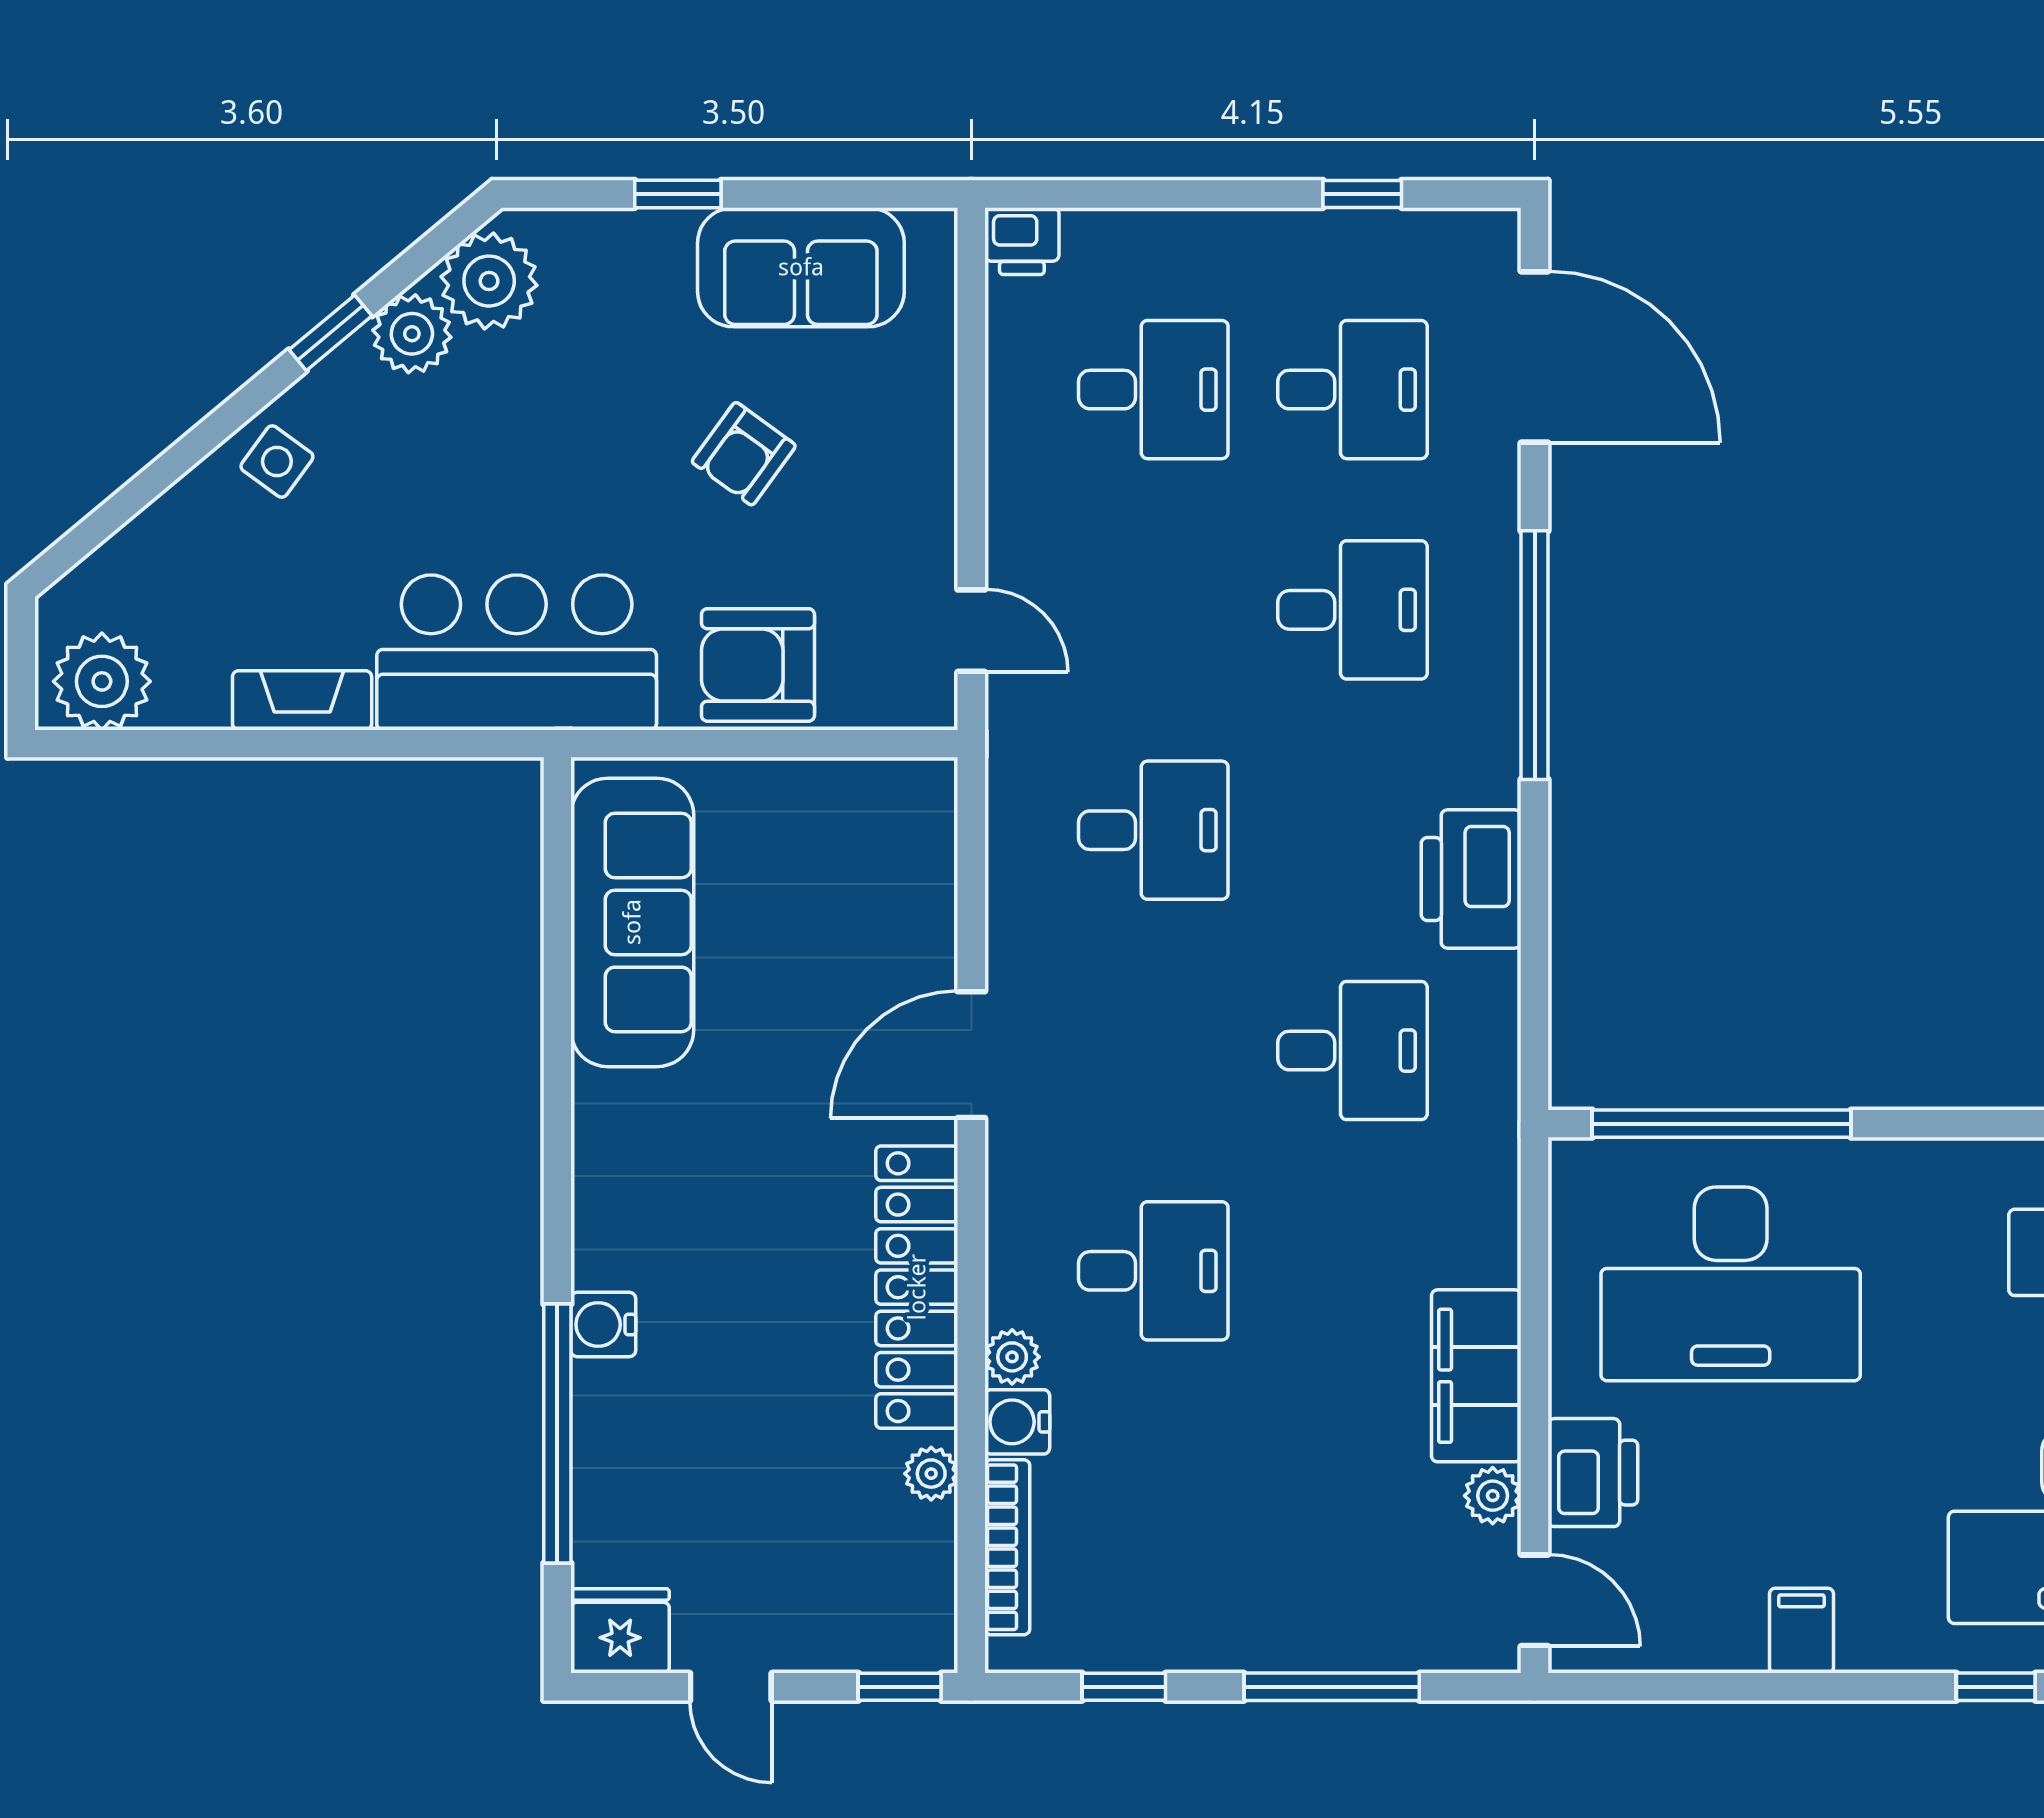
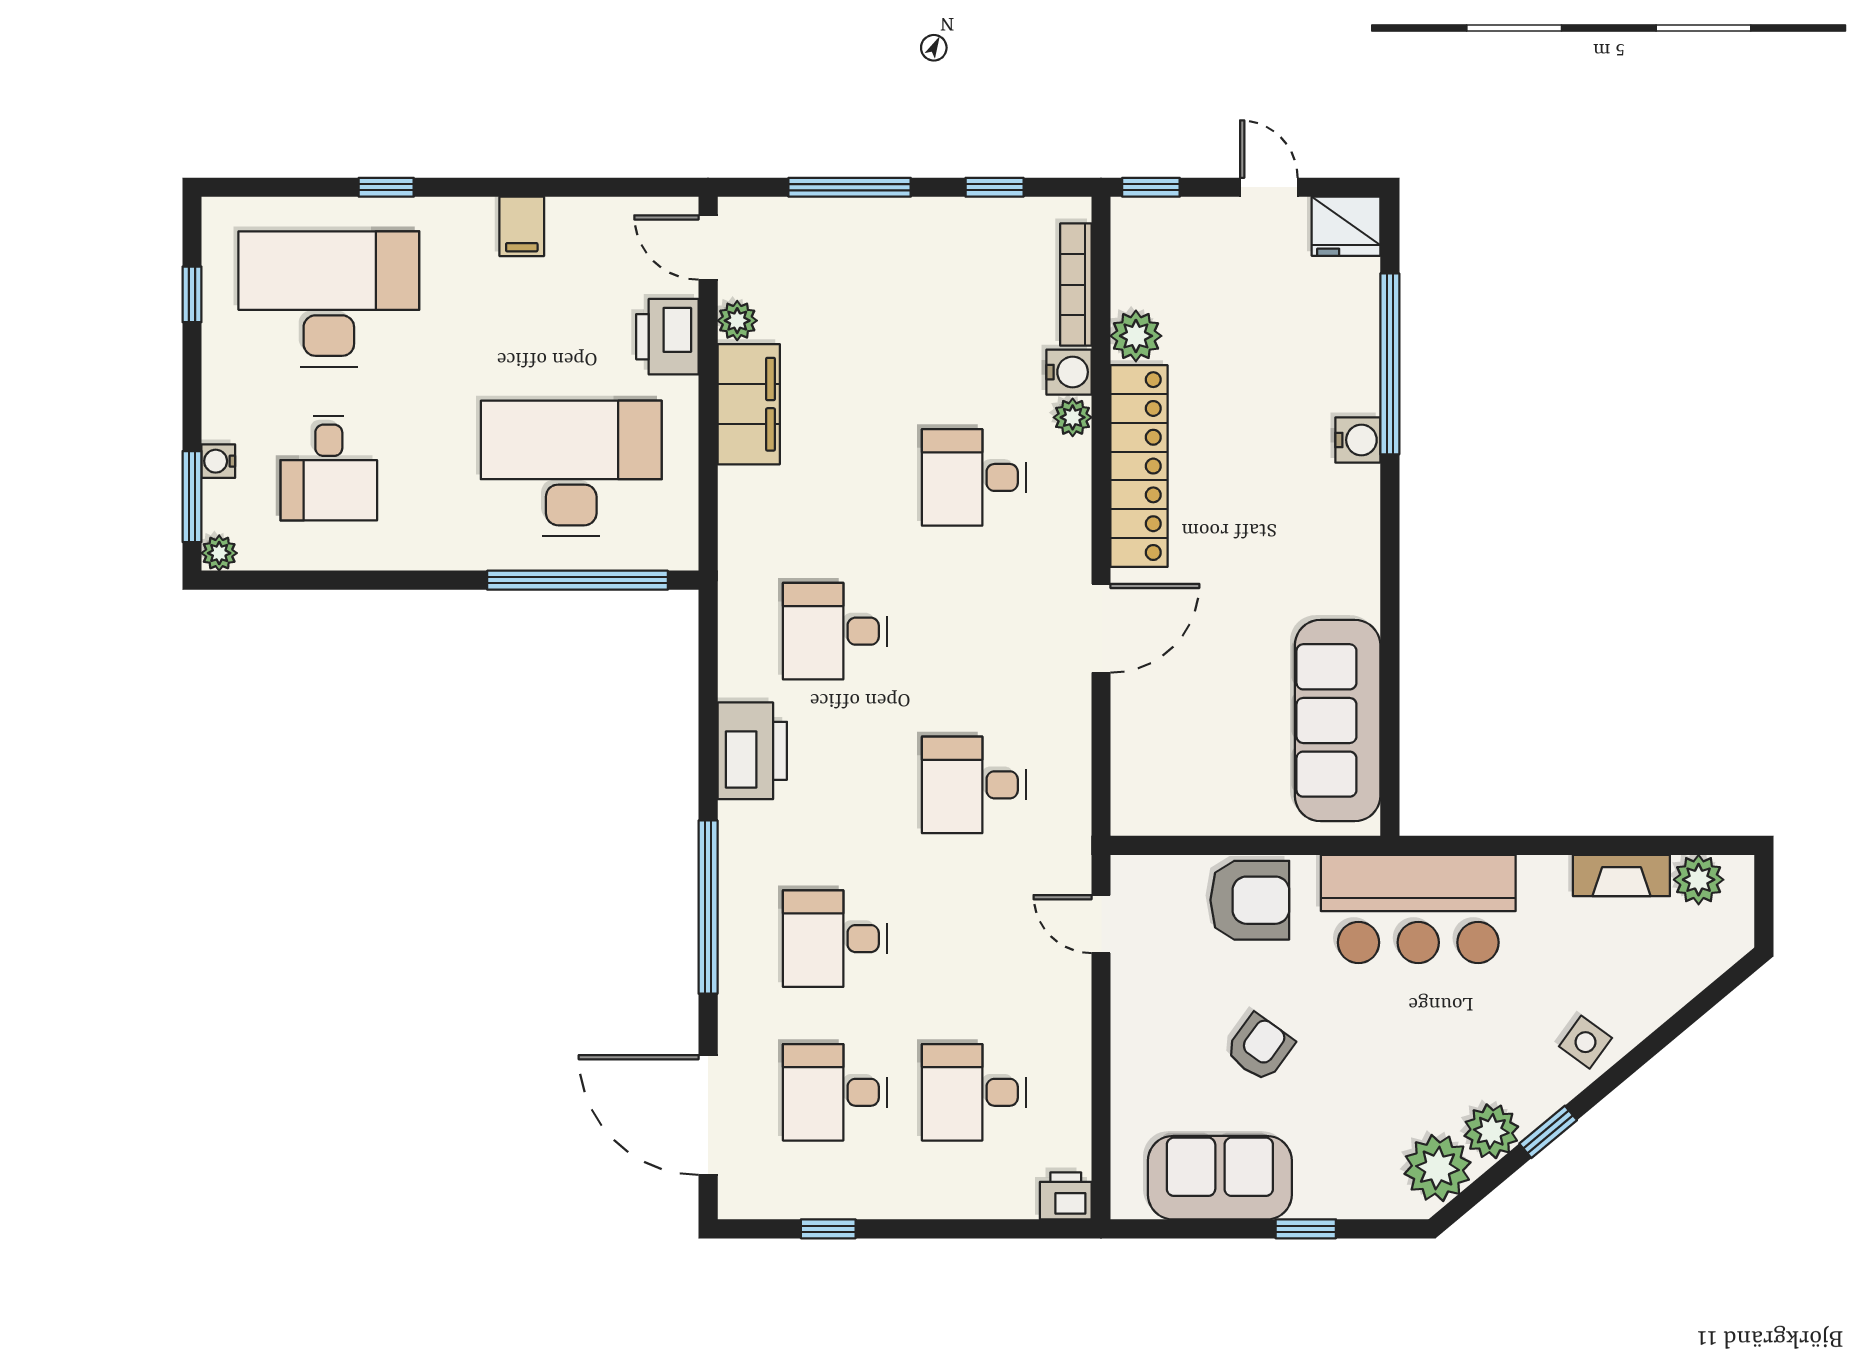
plant: (102, 681) -> (1699, 880), width x0.73, depth x0.73
fireplace: (302, 700) -> (1621, 875), moved
plant: (931, 1474) -> (1136, 336), width x1.38, depth x1.38

